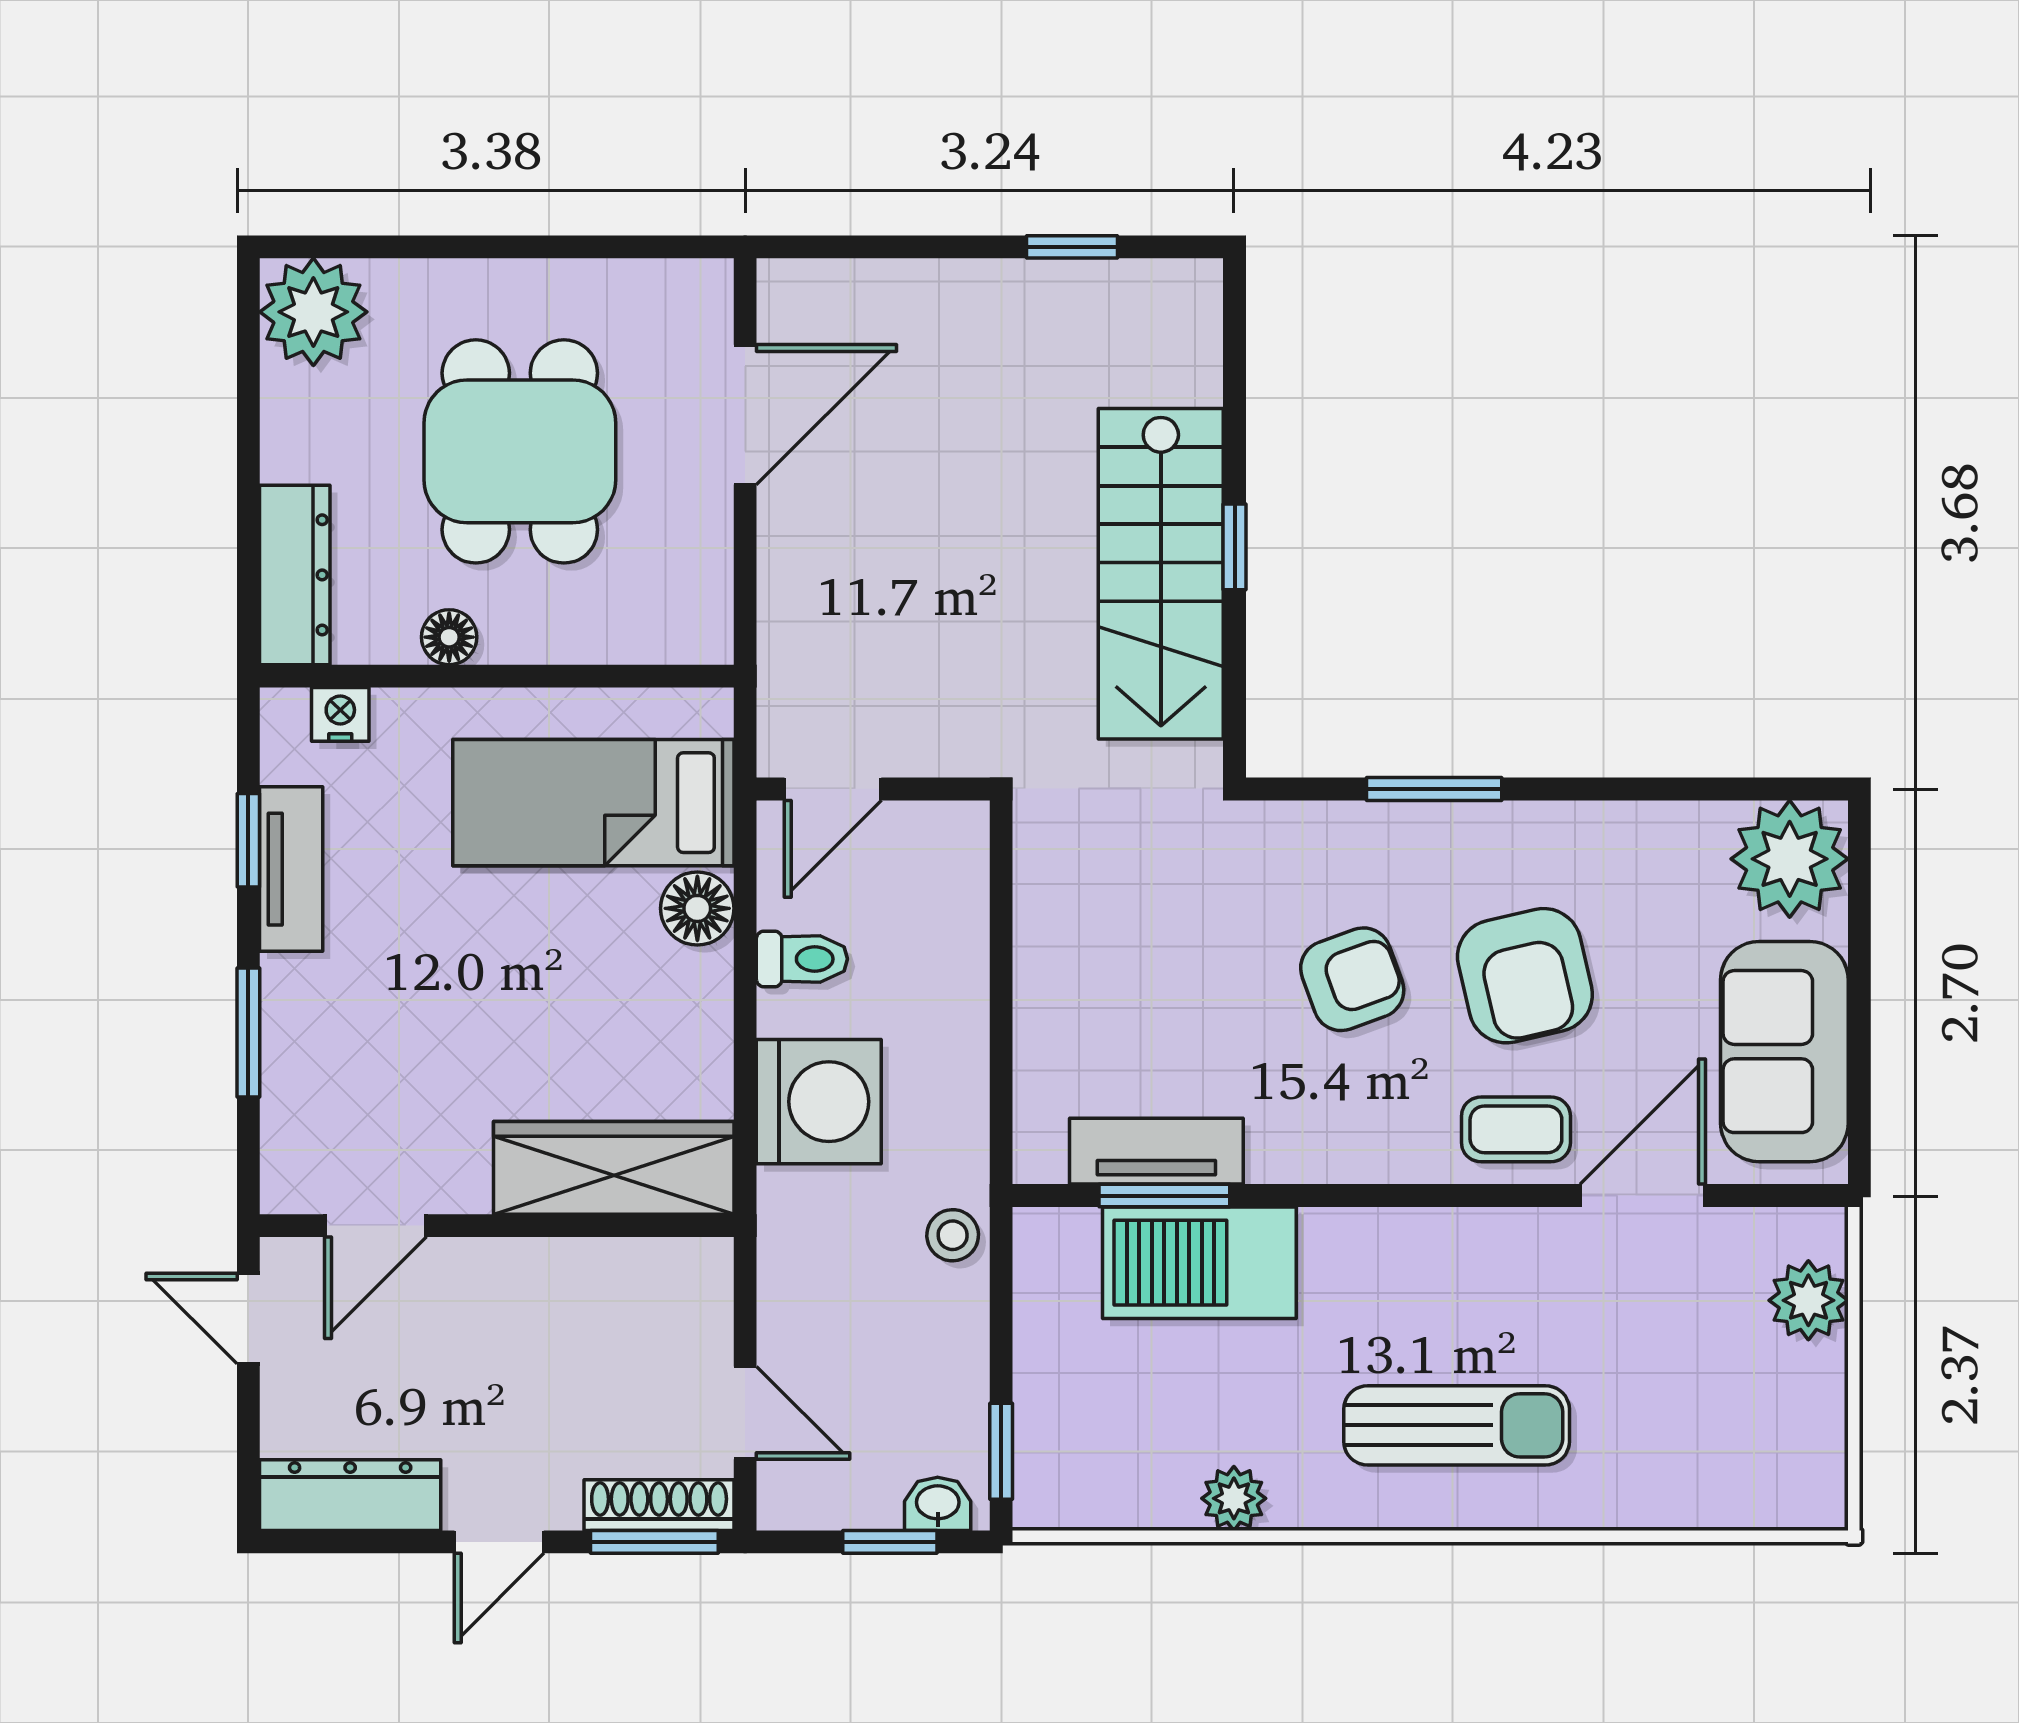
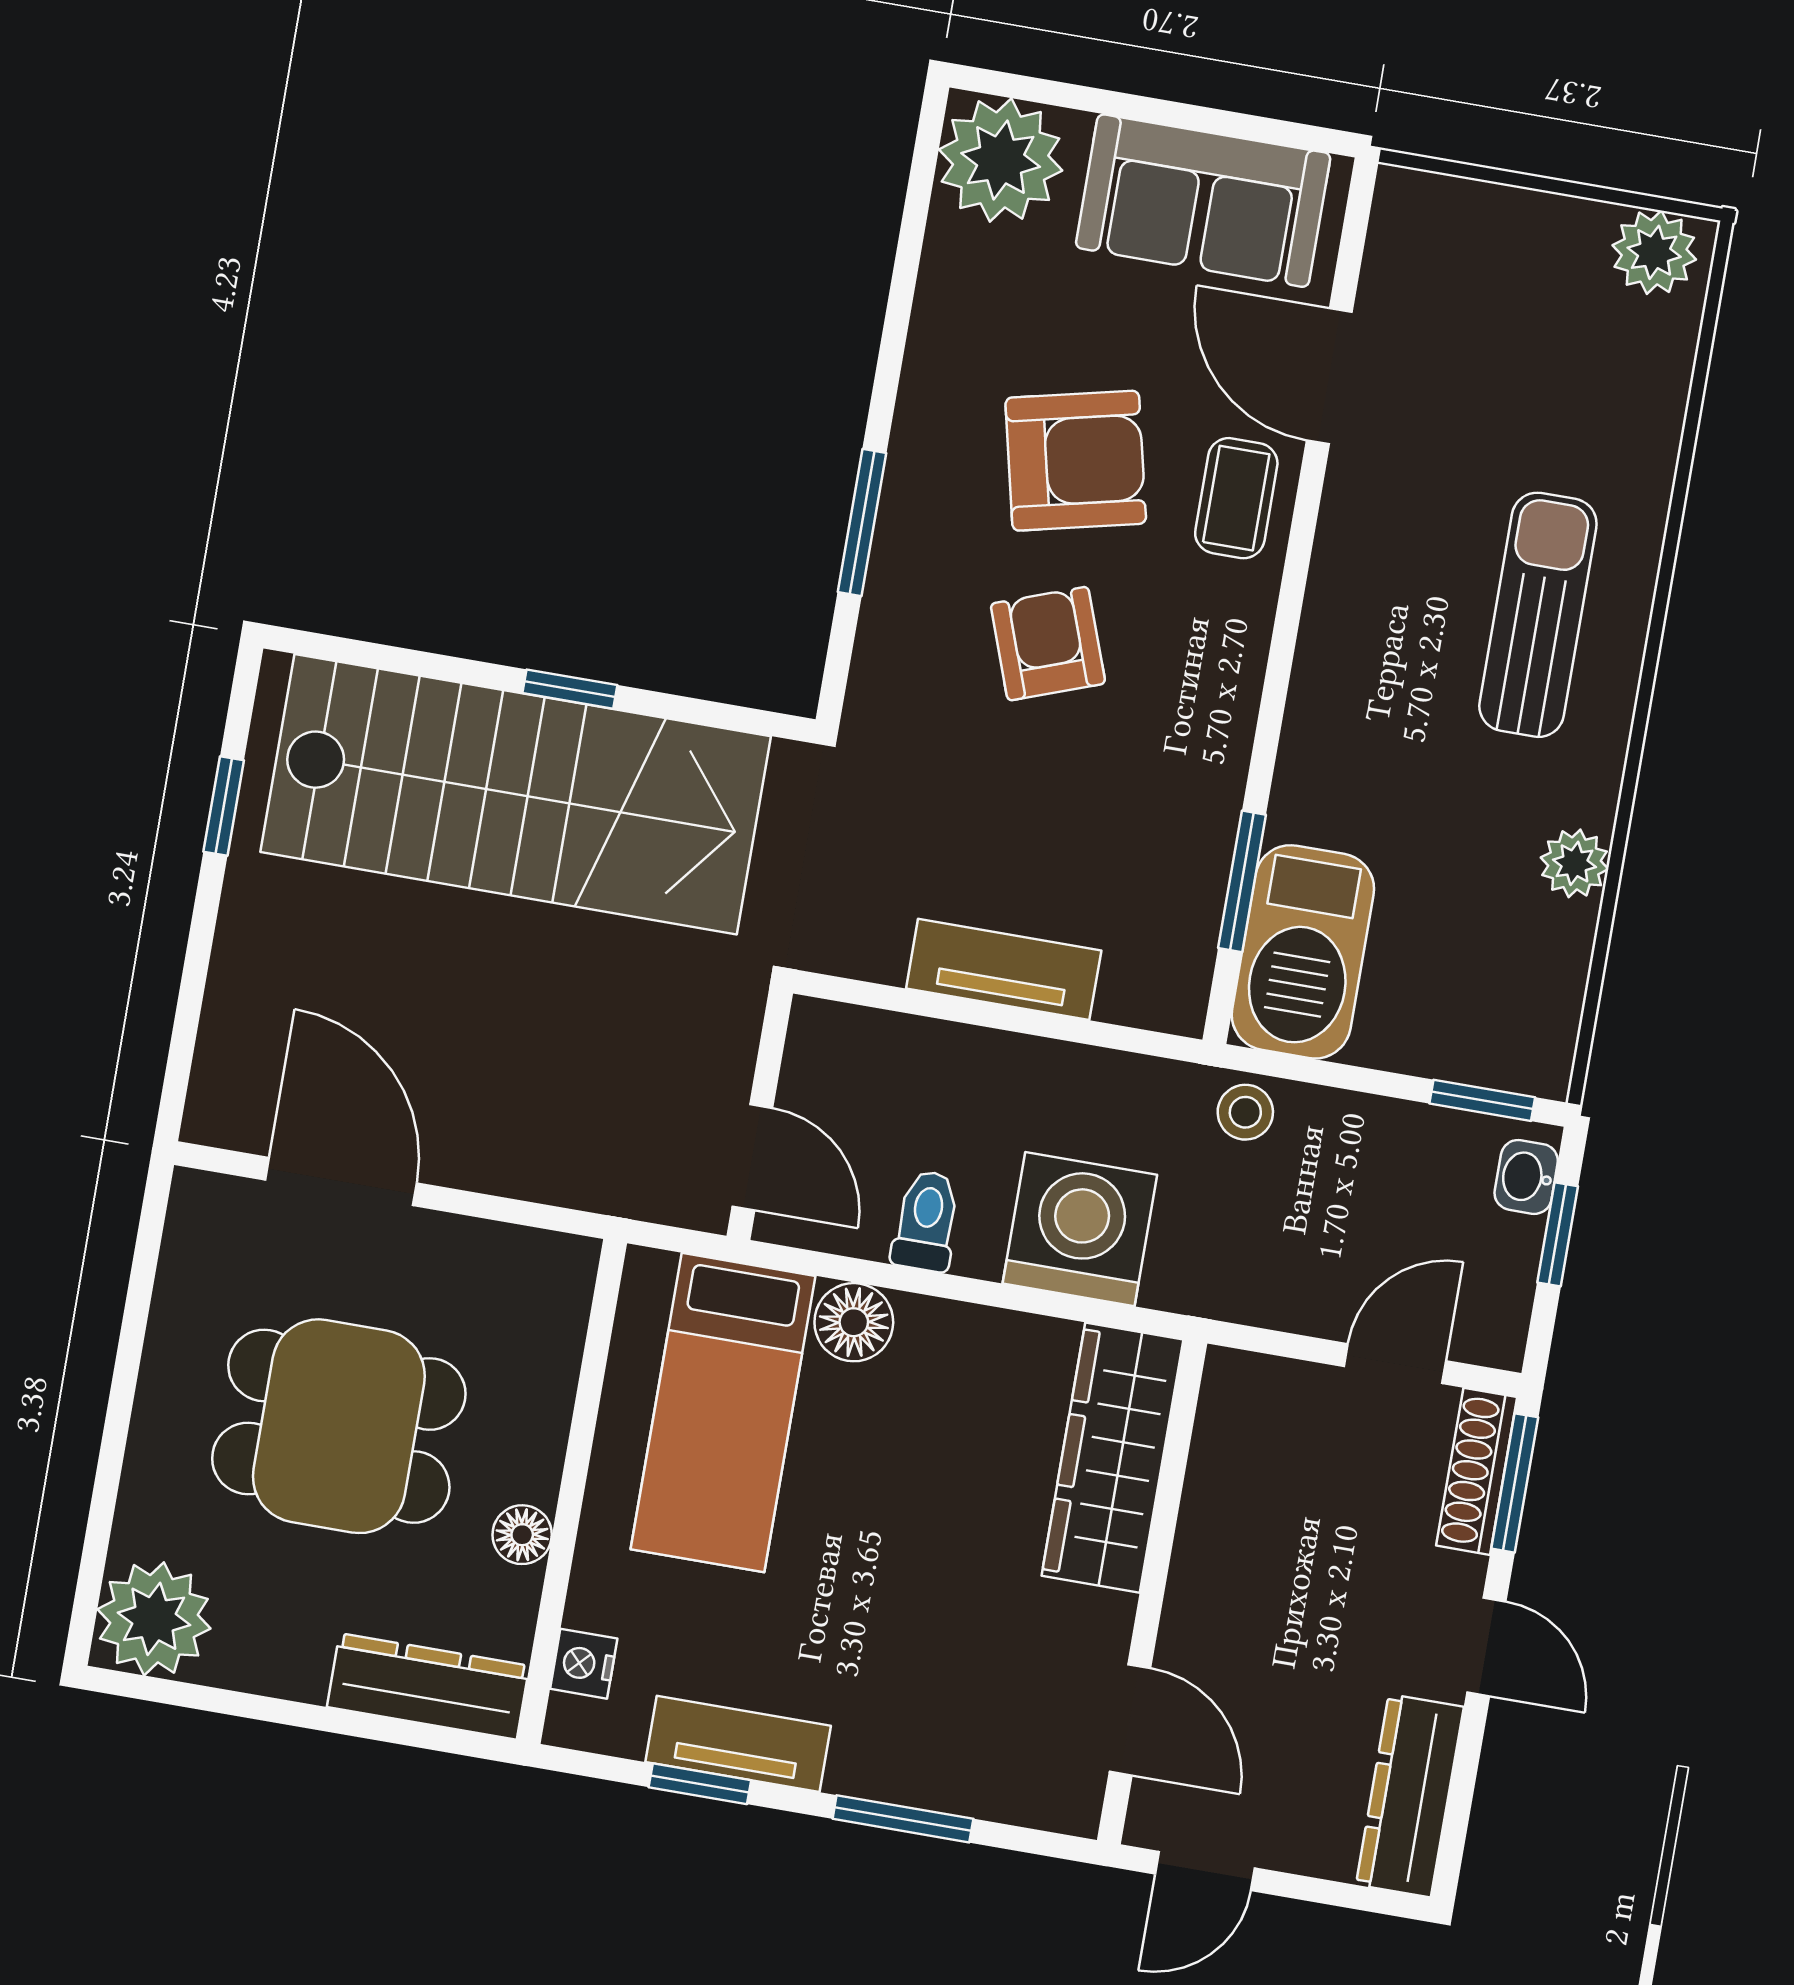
stairs: (1161, 574) -> (516, 794), width x1.36, depth x1.51
tv unit: (1156, 1151) -> (1004, 969), moved, turned 90
barbecue: (1199, 1263) -> (1303, 952), moved
plant: (1808, 1300) -> (1654, 252), moved

